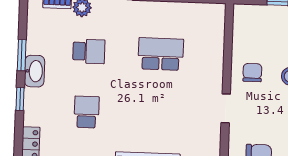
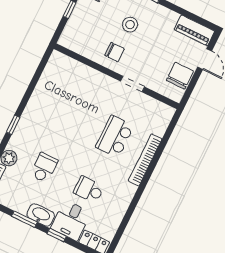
school desk: (161, 54) -> (115, 137), moved
chair: (252, 73) -> (115, 52), turned 180
desk: (43, 107) -> (71, 220), added

